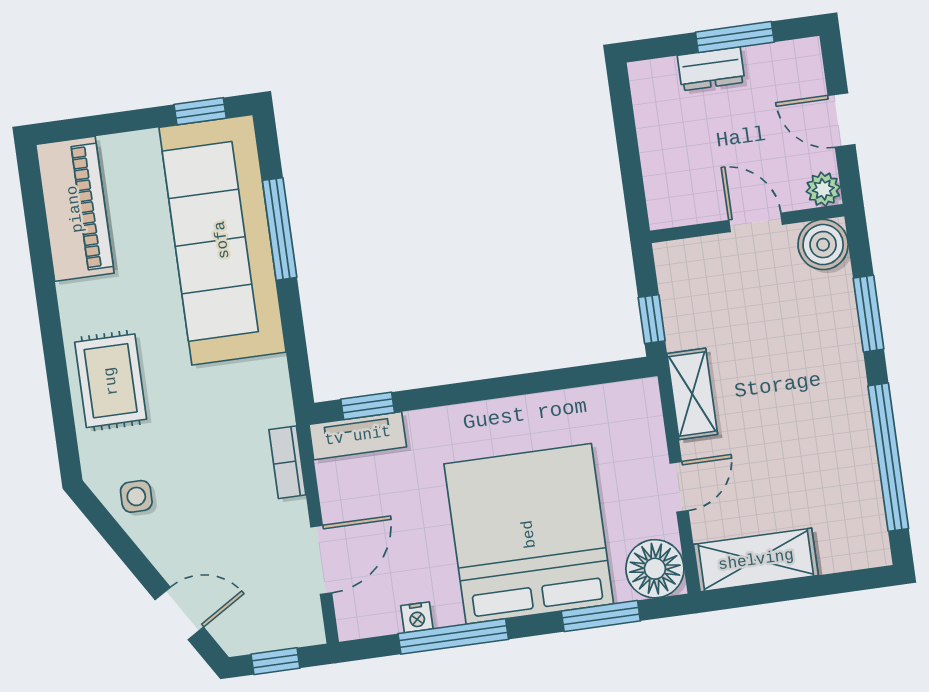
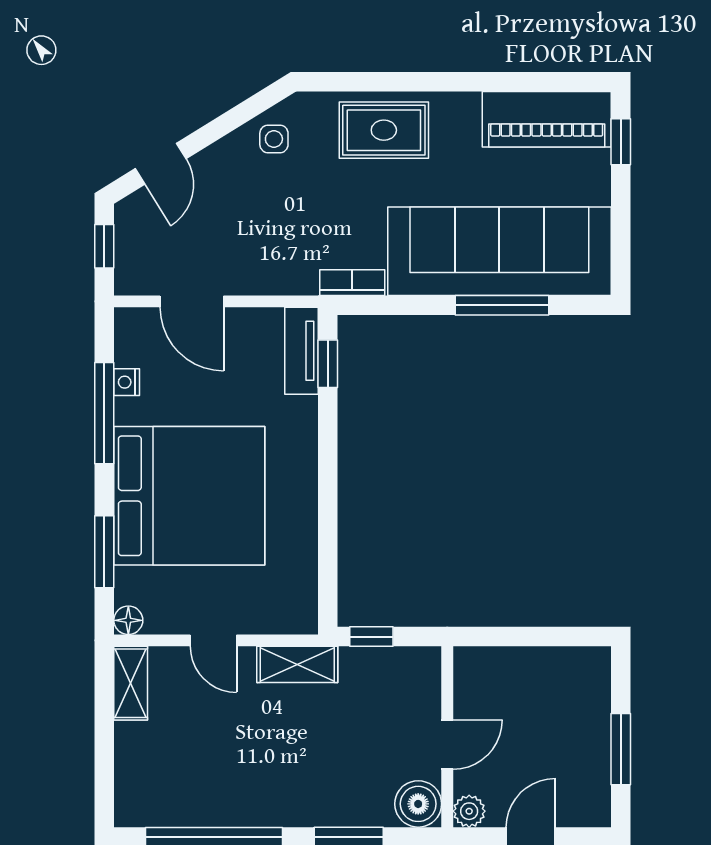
dresser: (711, 69) -> (594, 723), removed
window: (200, 111) -> (621, 142), moved
bookcase: (287, 462) -> (352, 283), moved
shelving: (756, 560) -> (131, 683), width x0.67, depth x0.75
floor lamp: (655, 569) -> (128, 620), width x0.53, depth x0.53

